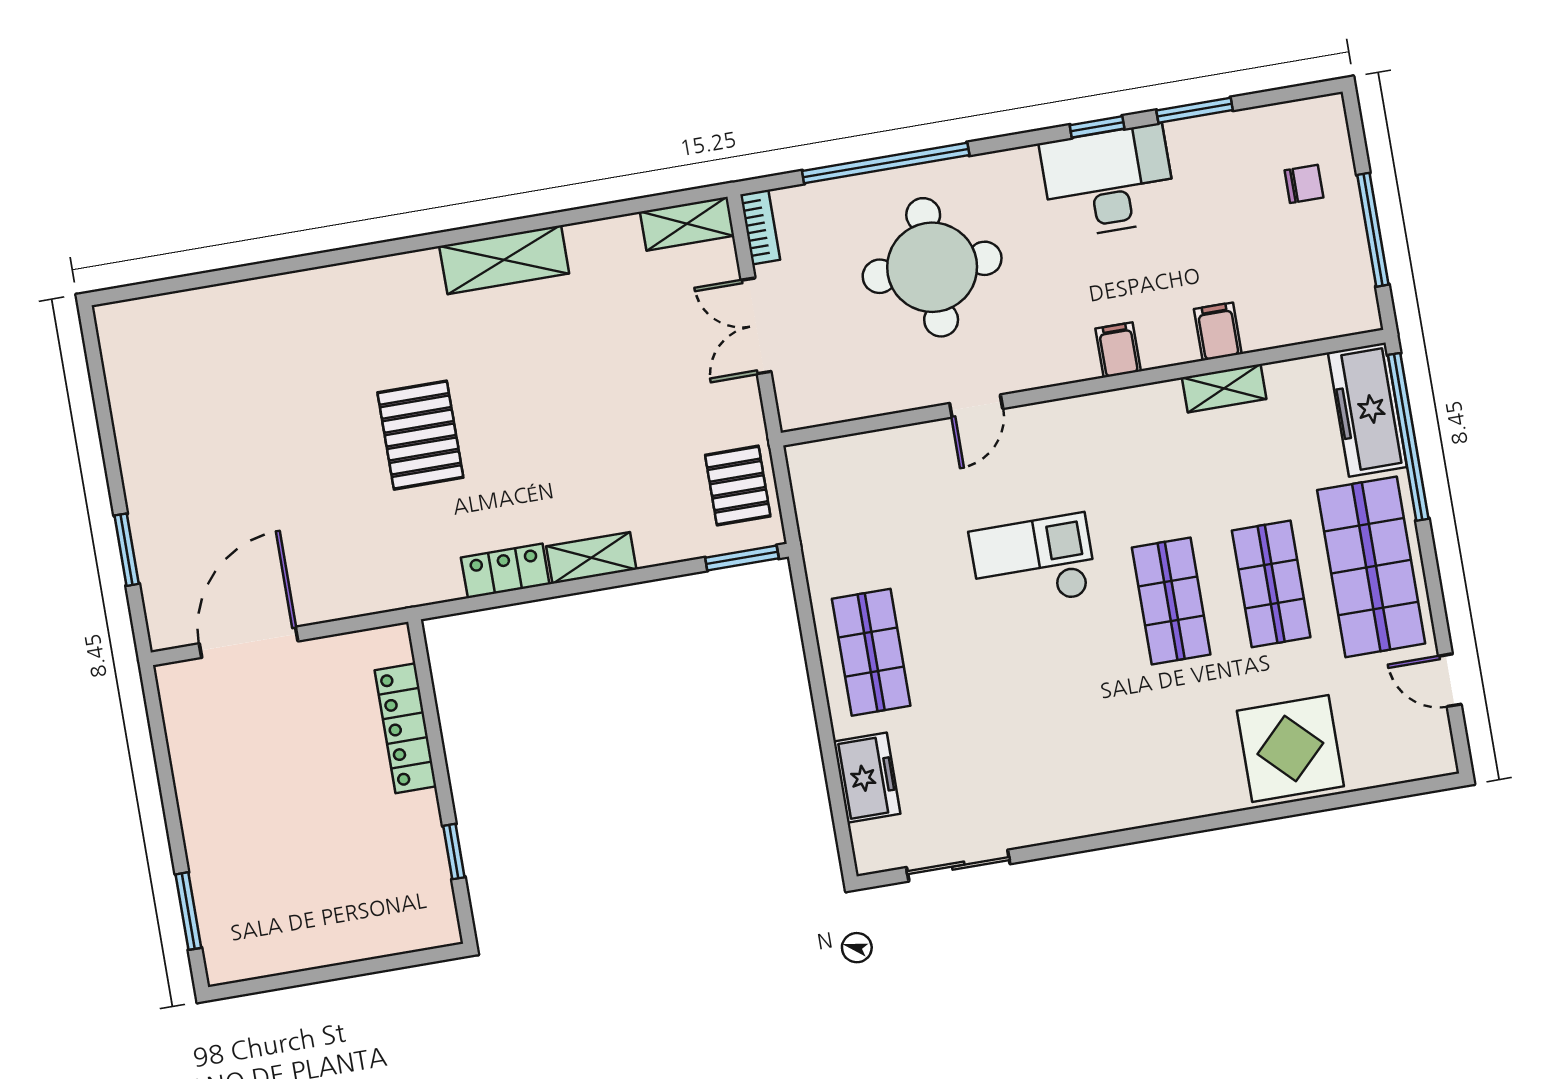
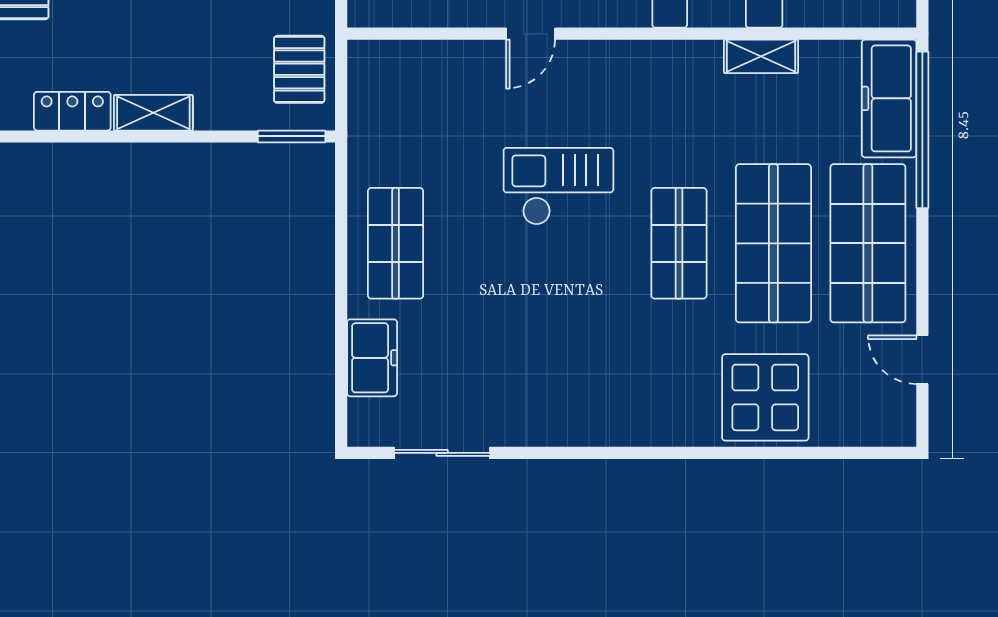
shop shelf: (1271, 584) -> (773, 243), width x1.43, depth x1.36

